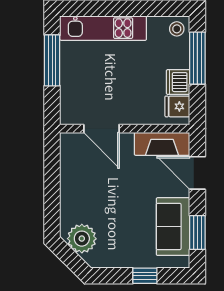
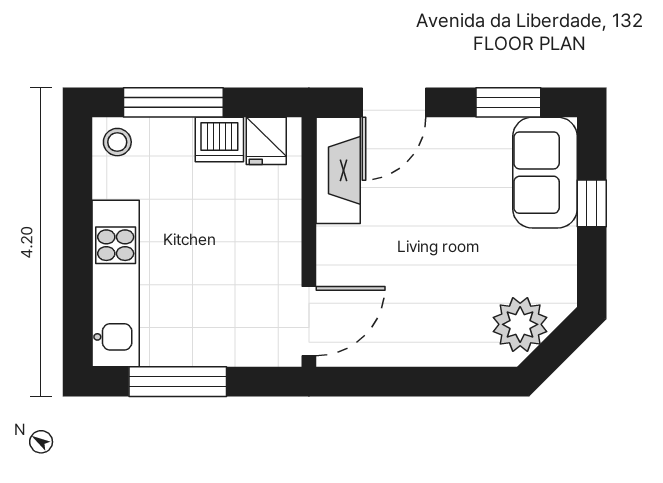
door: (101, 129) -> (309, 321), moved
sofa: (173, 227) -> (545, 173), moved, turned 90

